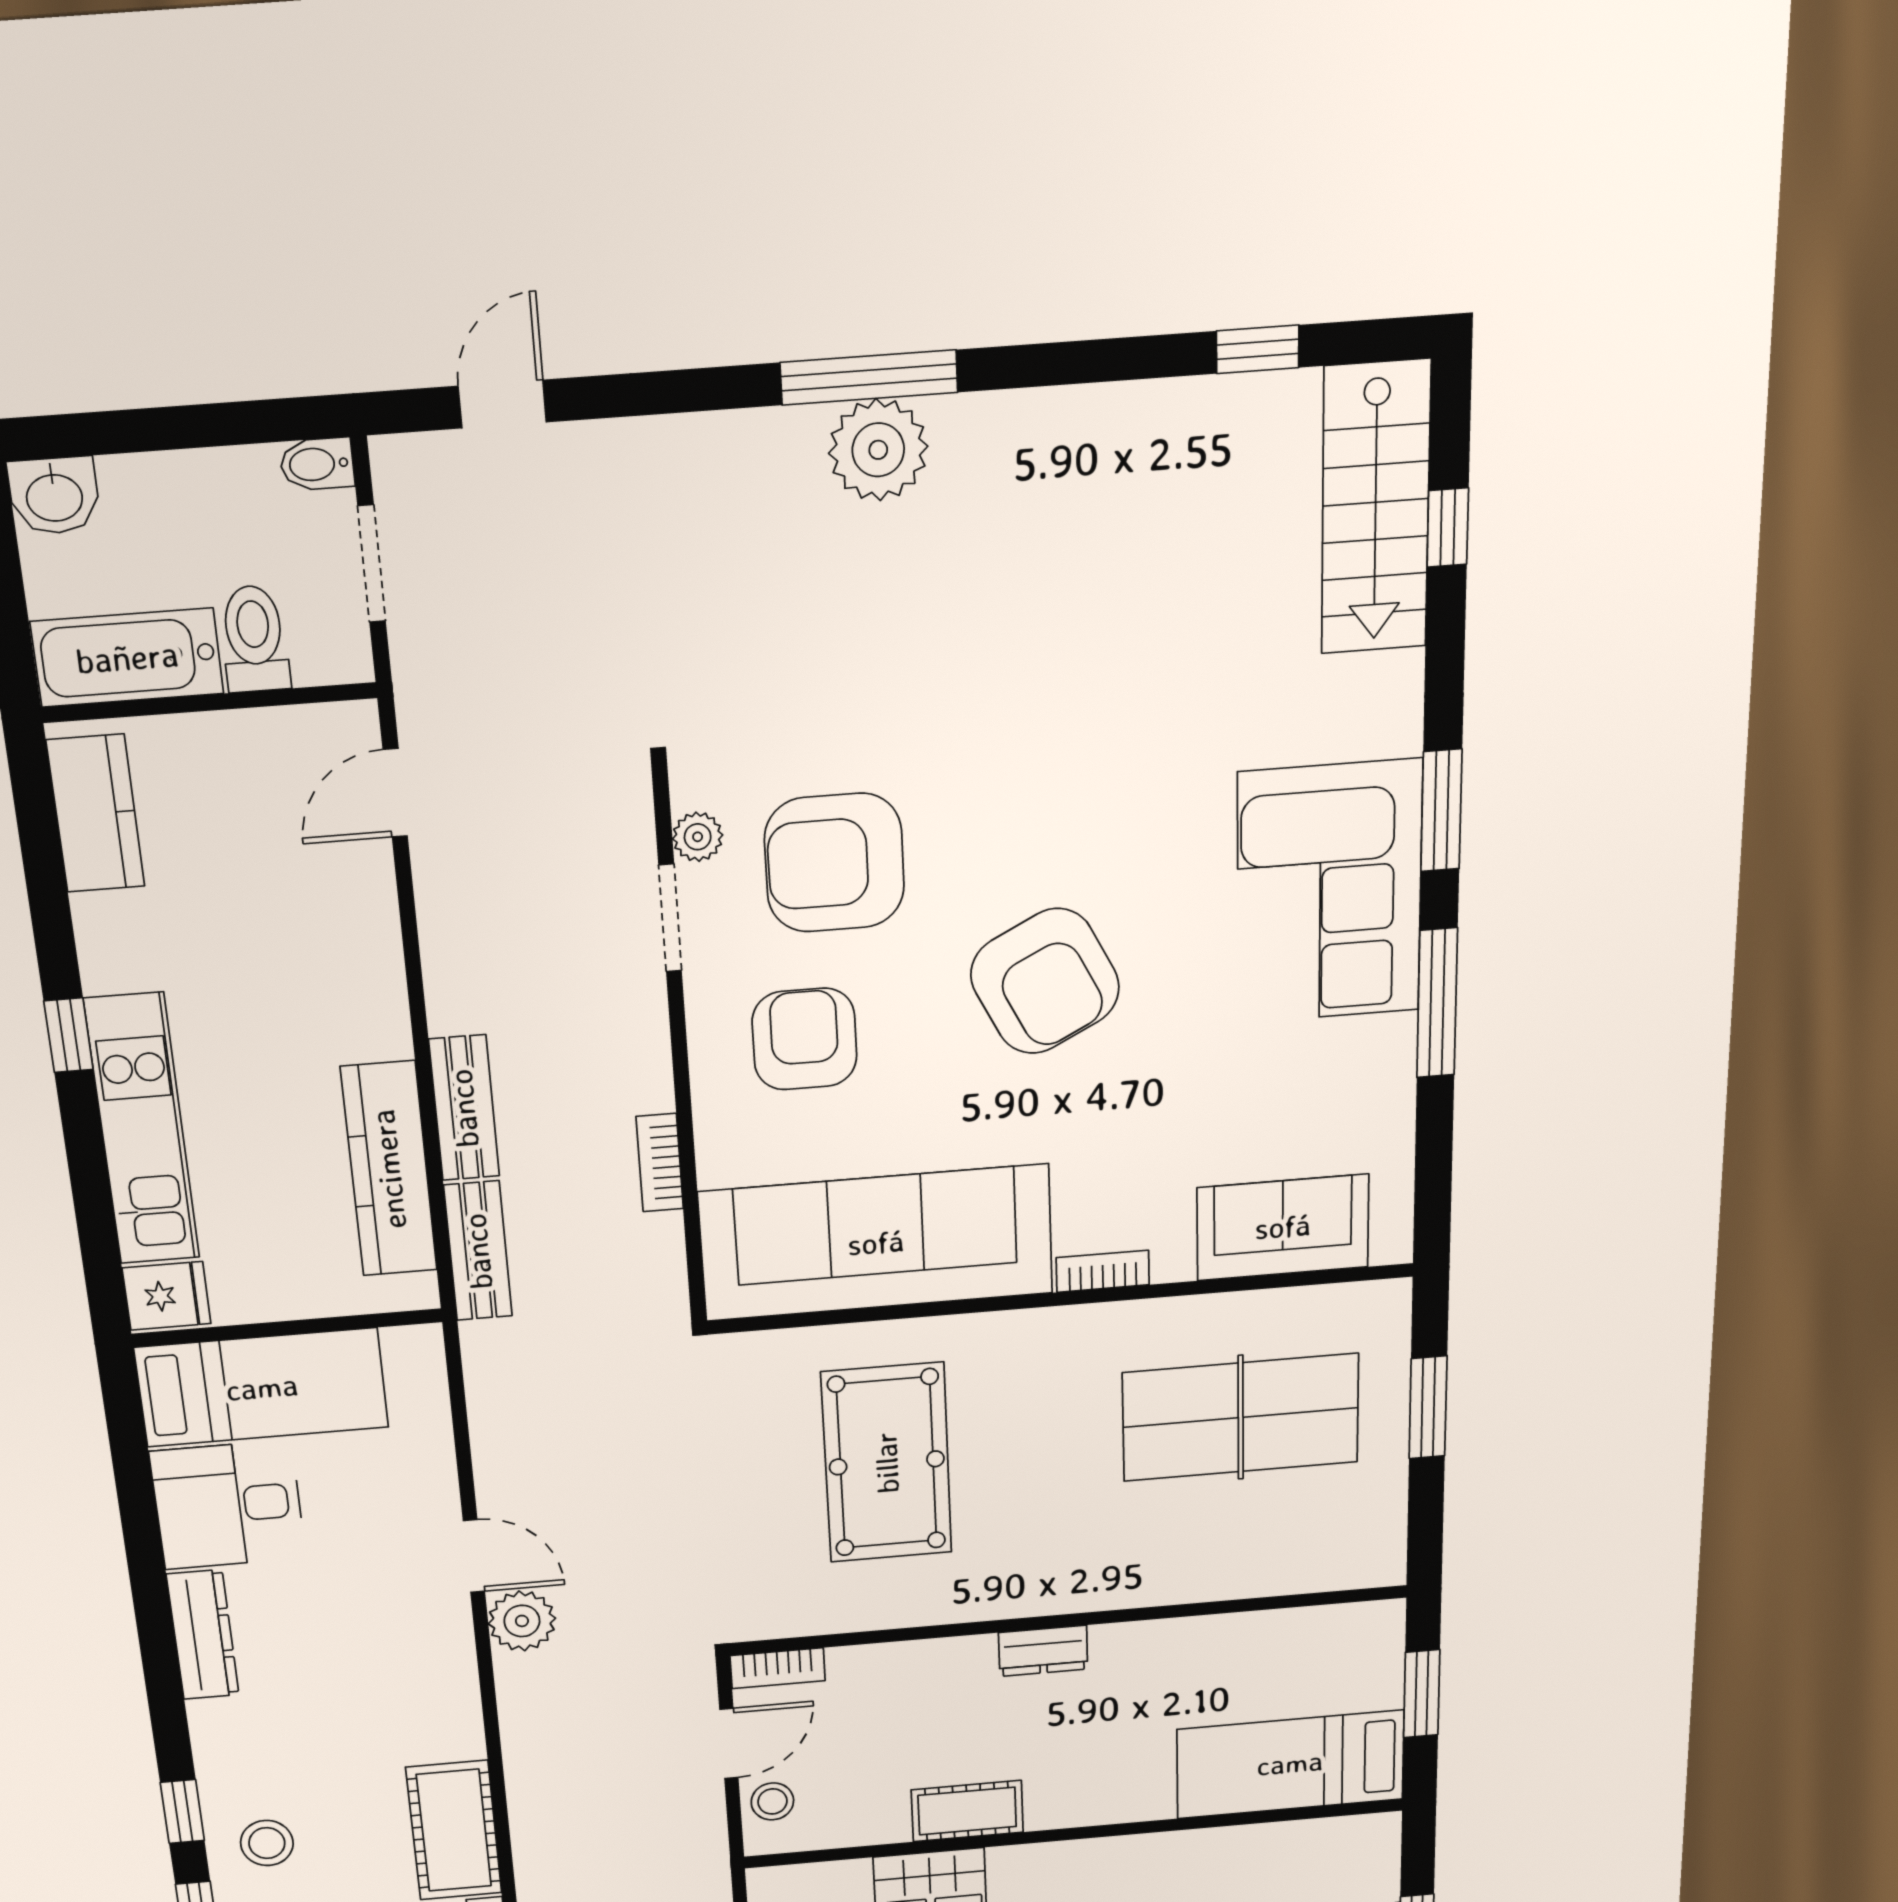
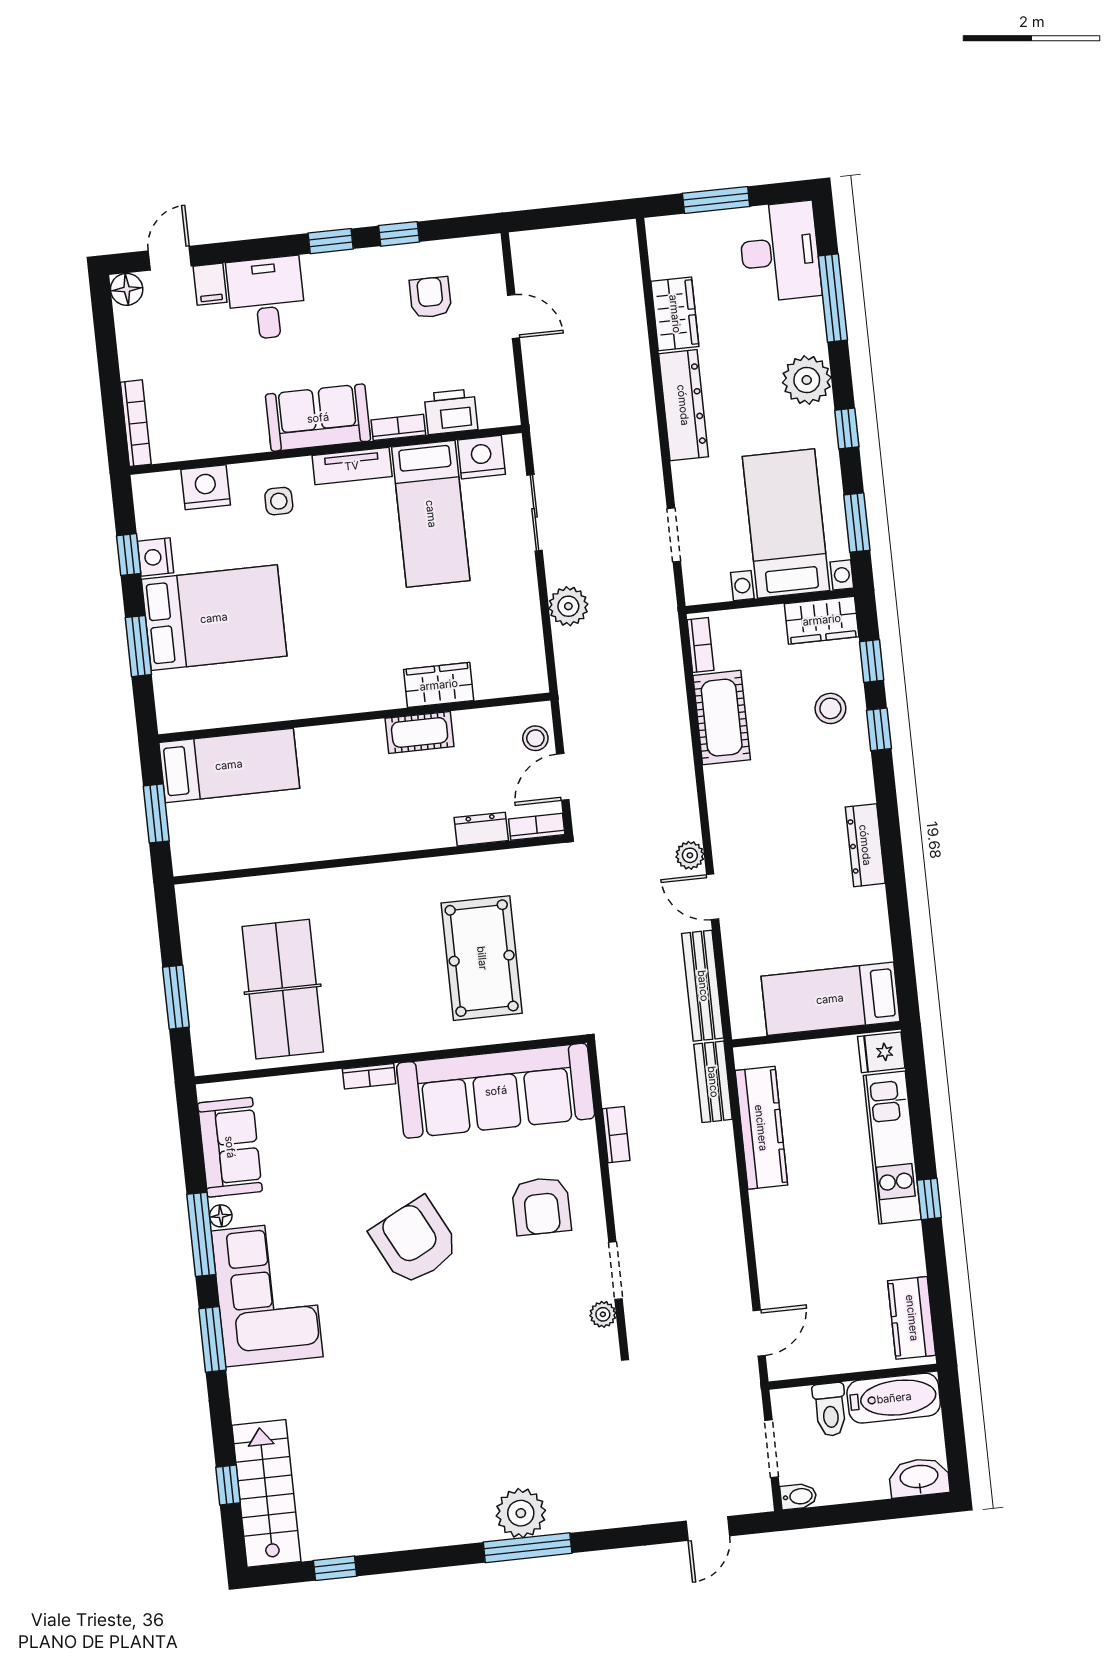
washbasin: (54, 496) -> (919, 1478), width x1.38
armchair: (834, 863) -> (531, 1303), removed
floor lamp: (1397, 1035) -> (221, 1216), added
bench: (464, 1108) -> (703, 986), moved, width x1.36
sofa: (1283, 1227) -> (230, 1147), moved, turned -90
table tennis table: (1241, 1417) -> (283, 989), turned 90
desk: (228, 1505) -> (850, 927), removed
plant: (522, 1621) -> (690, 855), width x0.73, depth x0.73
dresser: (1043, 1651) -> (481, 829), moved

